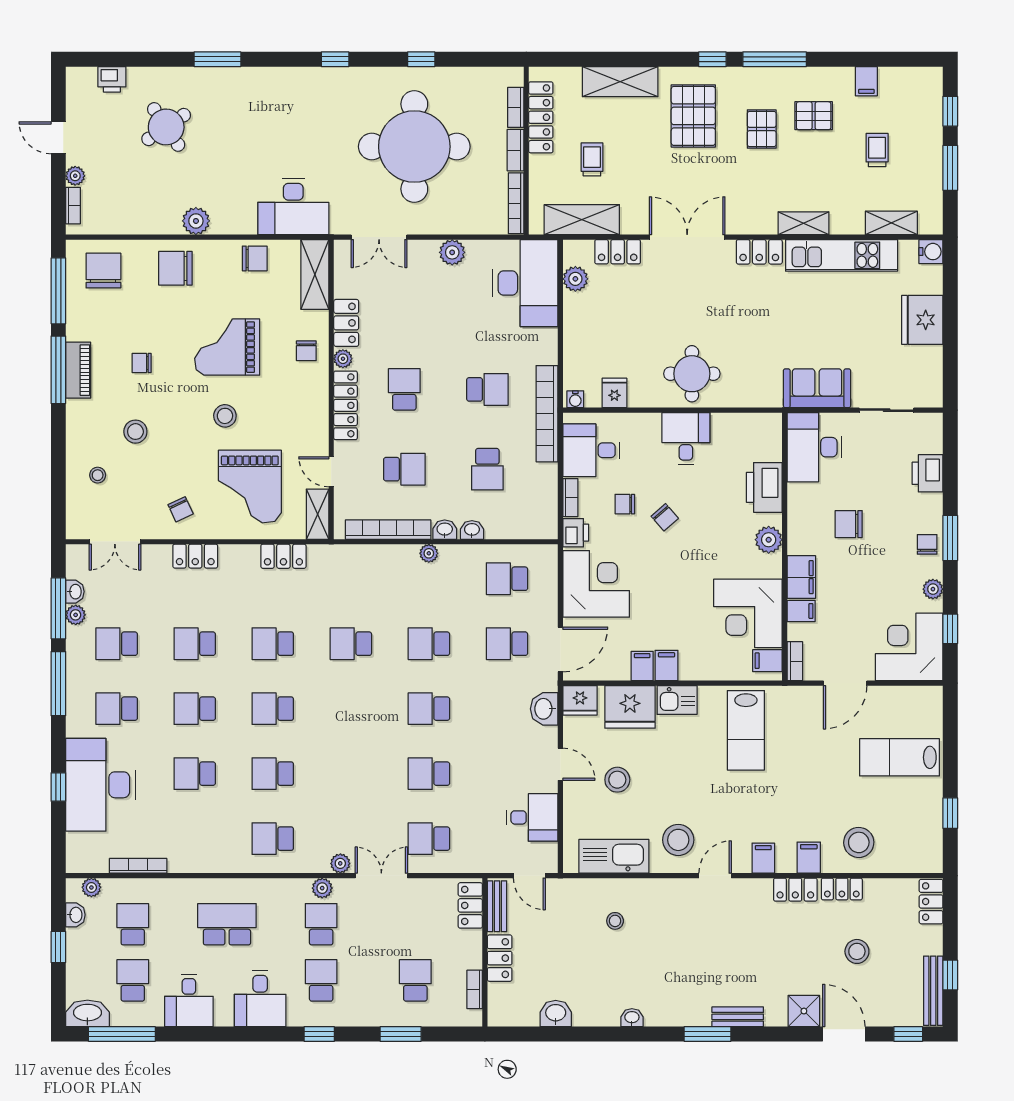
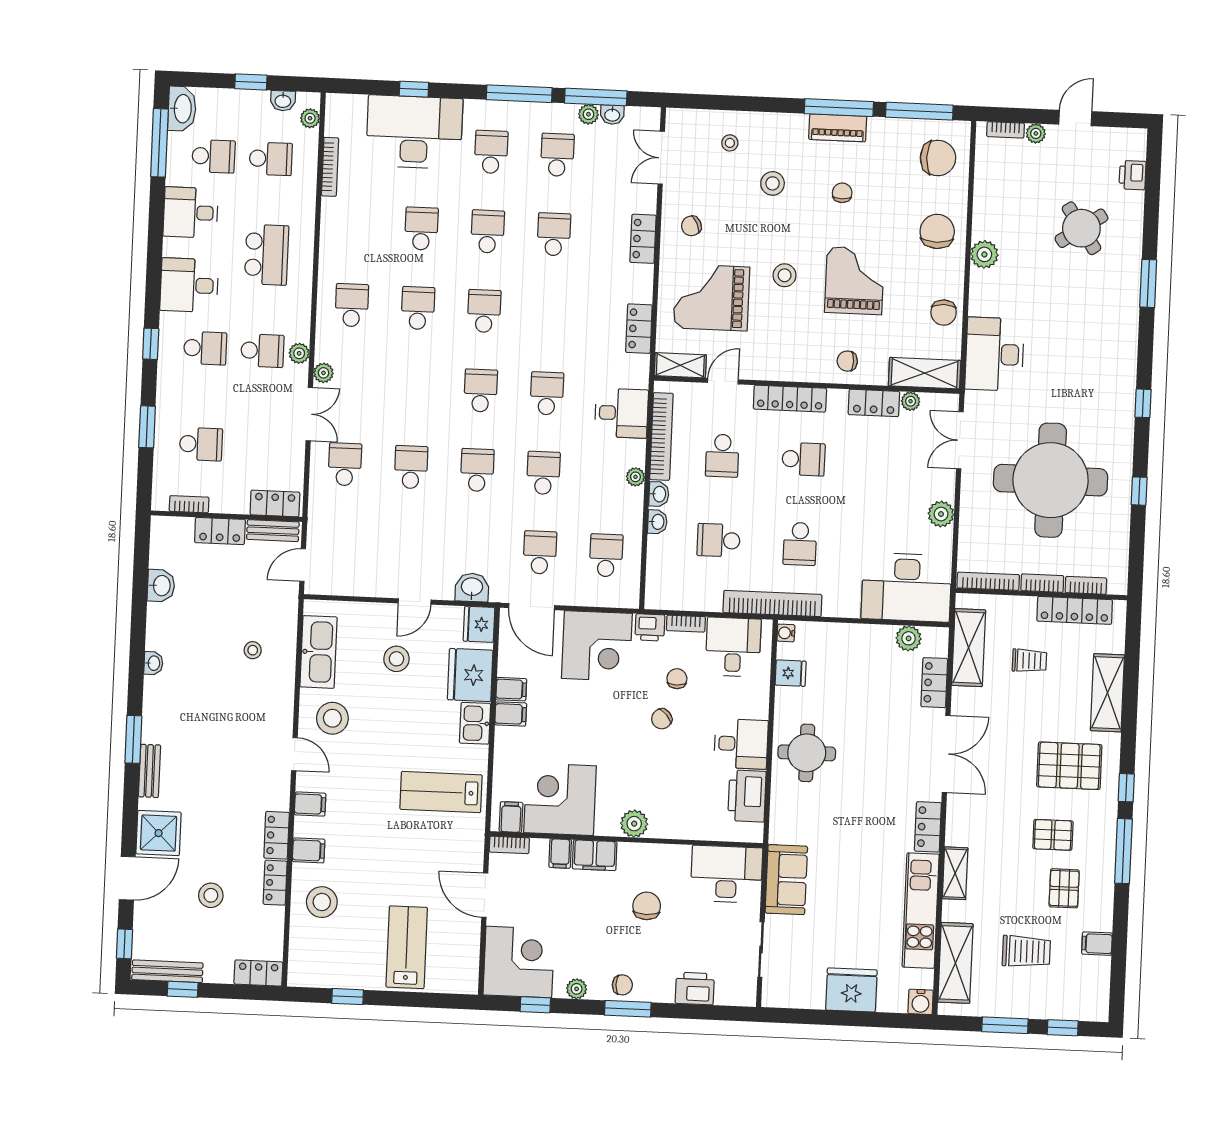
trolley: (877, 150) -> (1026, 951), width x1.36, depth x1.39
shelving: (891, 223) -> (955, 963), width x1.50, depth x1.33
plant: (343, 359) -> (911, 401), moved
printer: (764, 487) -> (747, 796), moved, turned -90
school desk: (273, 644) -> (481, 391), moved
desk: (532, 817) -> (621, 413), moved, turned -90
shower: (804, 1011) -> (159, 833), width x1.36, depth x1.36

